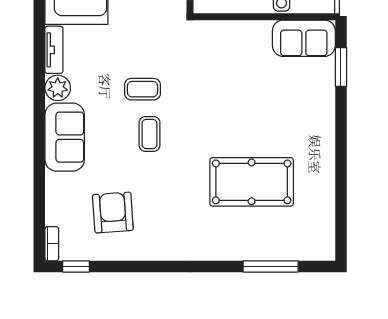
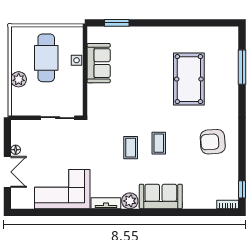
sofa: (304, 38) -> (99, 63), moved
coffee table: (150, 134) -> (159, 143), turned 90
armchair: (113, 212) -> (213, 142), moved

